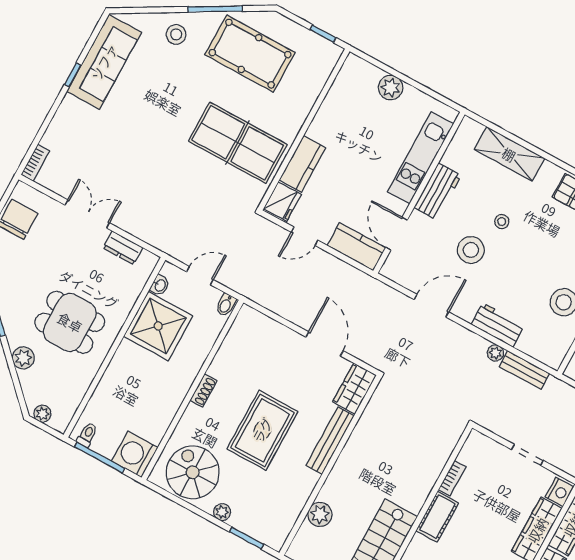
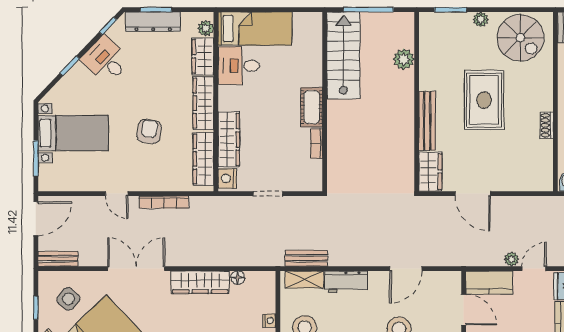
shelving: (538, 350) -> (304, 279), added
plant: (495, 353) -> (512, 259), moved
shoe rack: (204, 391) -> (547, 125), moved

